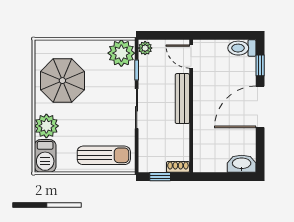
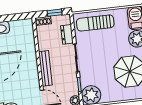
dresser: (146, 144) -> (67, 34), added

